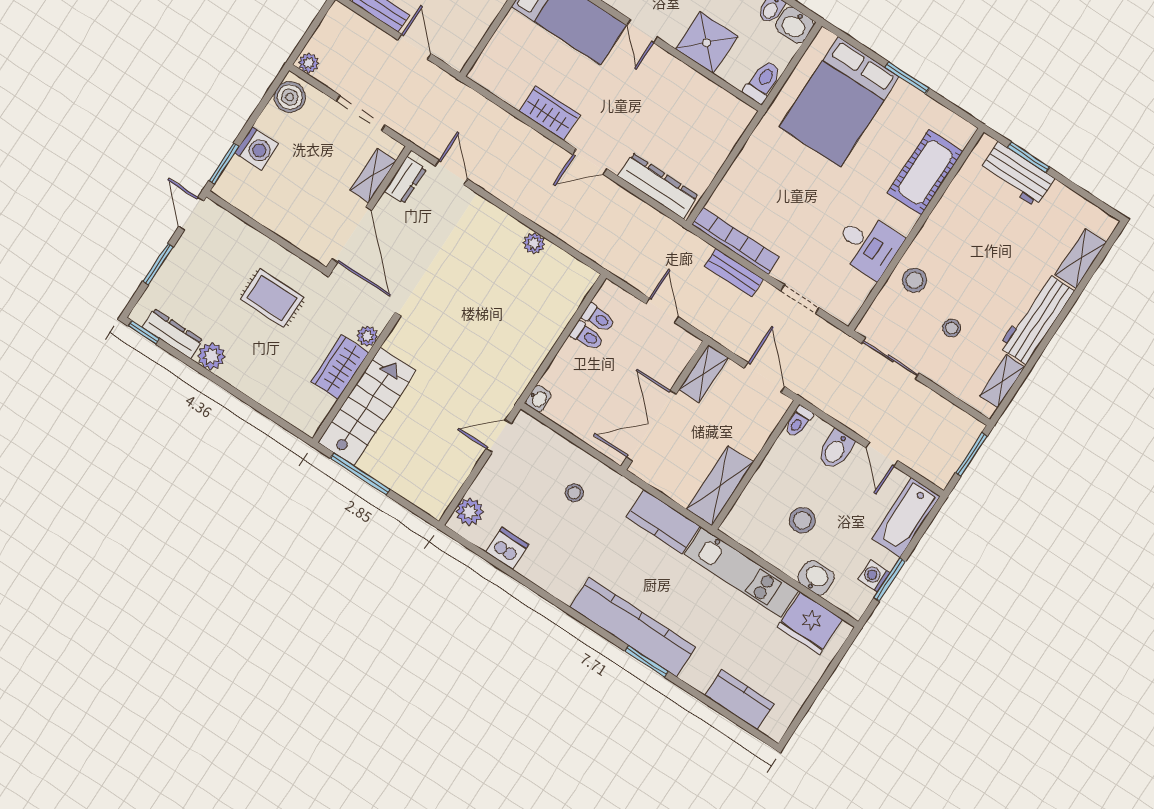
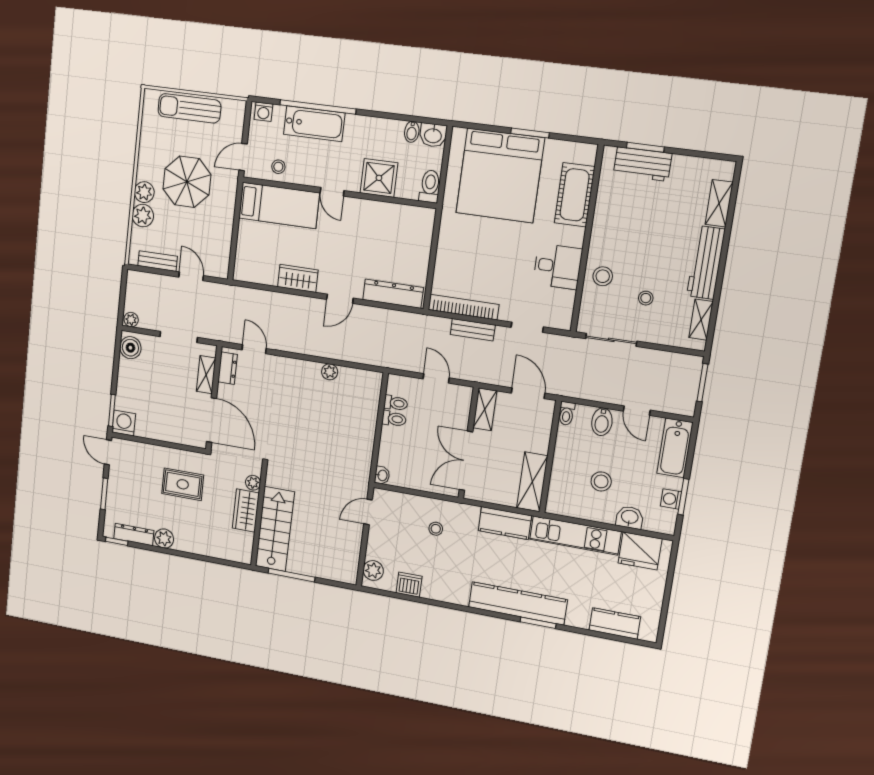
bed: (839, 102) -> (500, 176), width x1.36
washing machine: (257, 149) -> (124, 423), moved, turned -90

